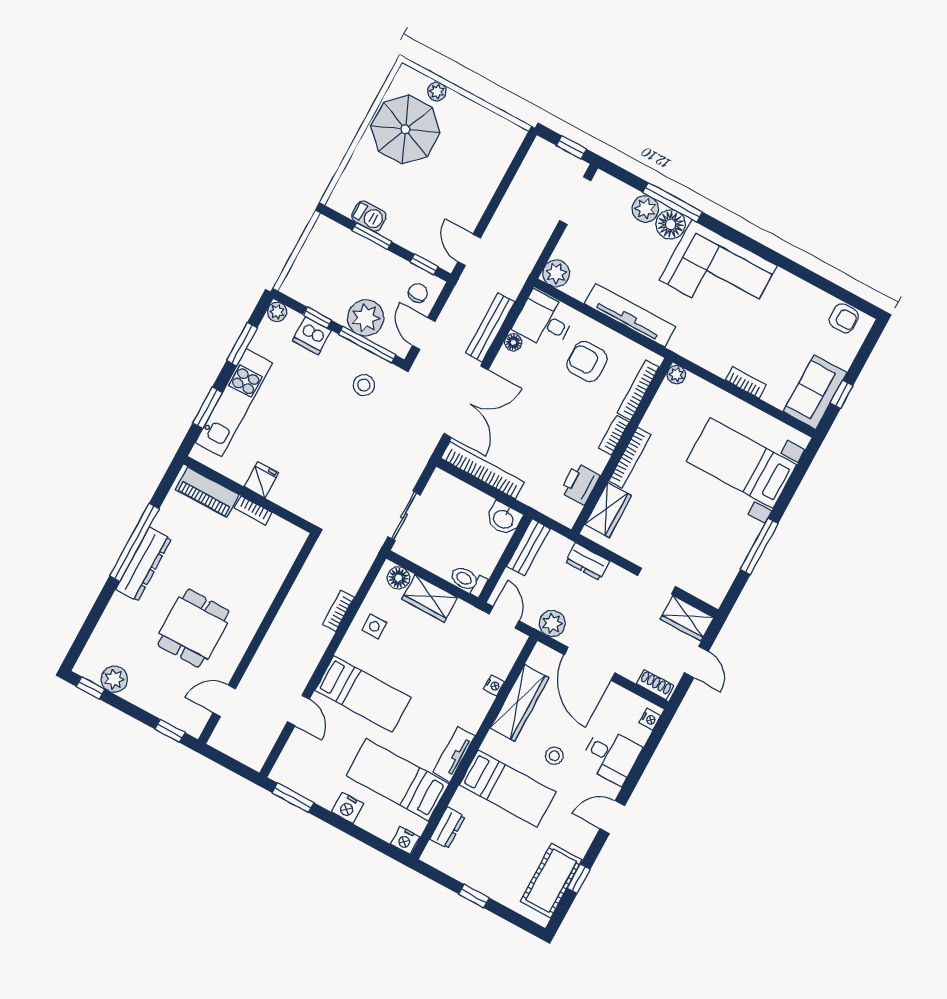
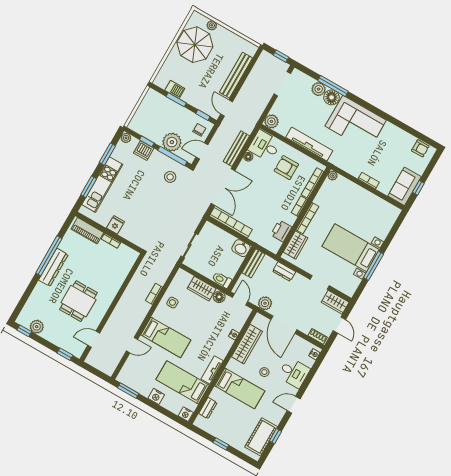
bench: (486, 186) -> (236, 75), added
door: (424, 333) -> (202, 151), hinge flipped
bed with nightstands: (742, 463) -> (351, 248), moved
floor lamp: (399, 578) -> (219, 297), moved
door: (298, 710) -> (132, 345), hinge flipped

